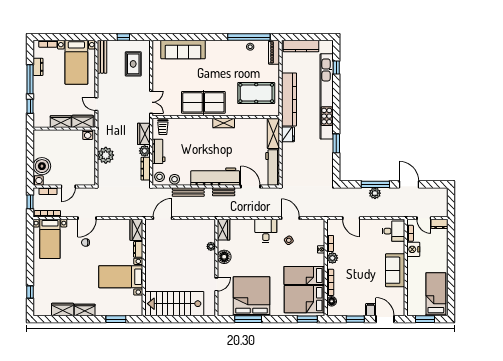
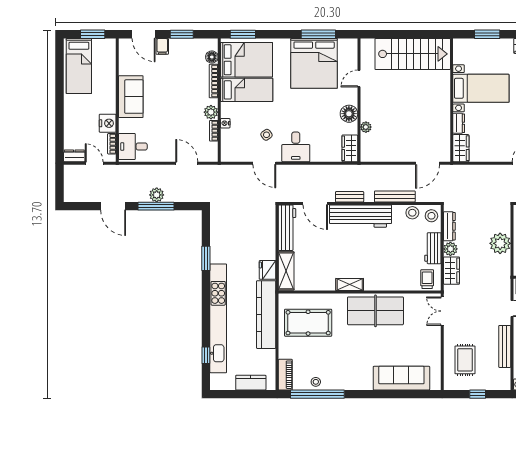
kitchen counter: (301, 46) -> (251, 383), width x0.67
bench: (102, 57) -> (505, 346), moved

